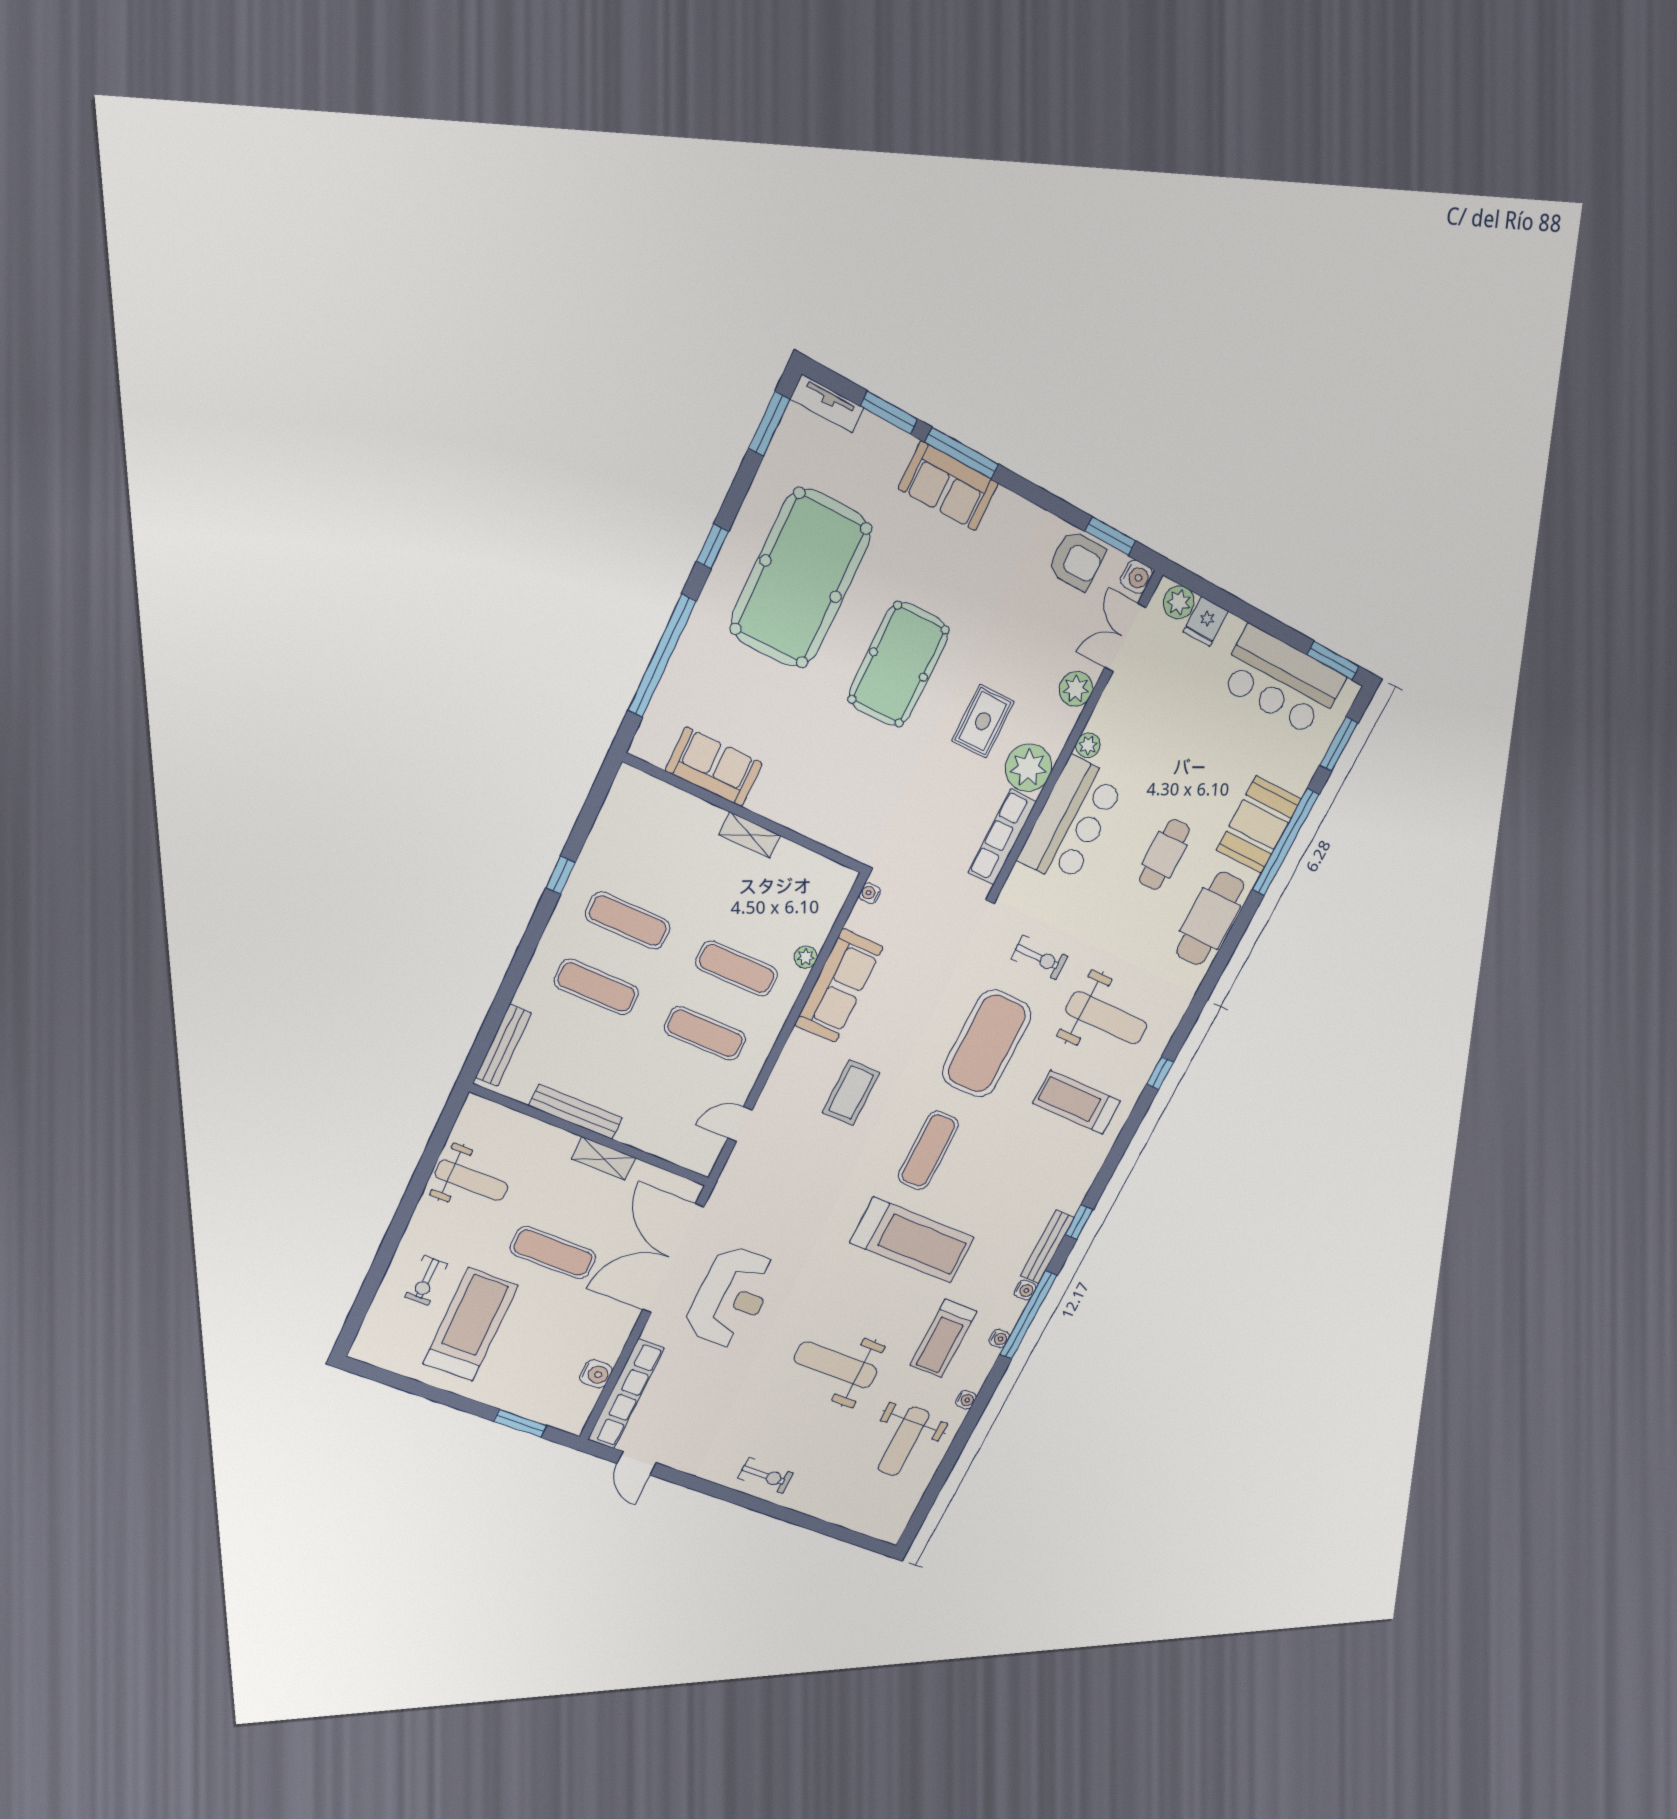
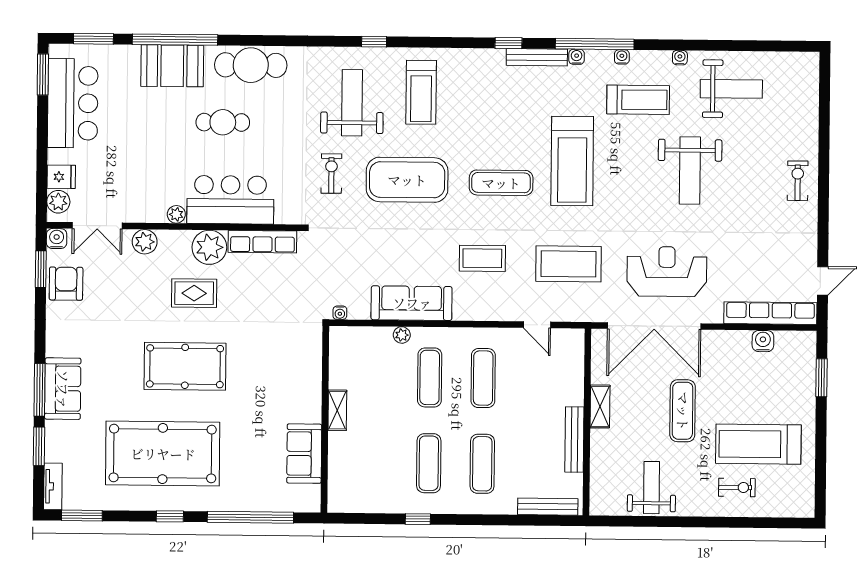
coffee table: (795, 1189) -> (568, 264), added
treadmill: (912, 1240) -> (572, 161), turned 180

